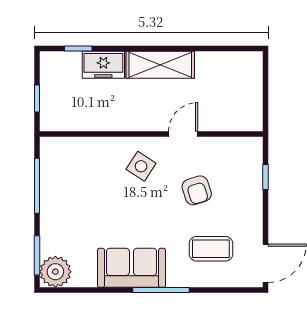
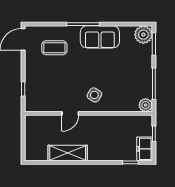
freezer: (103, 65) -> (145, 149), moved, turned -90
shelving: (160, 65) -> (68, 153), moved
plant: (52, 149) -> (146, 105), added
armchair: (197, 190) -> (63, 81), removed

